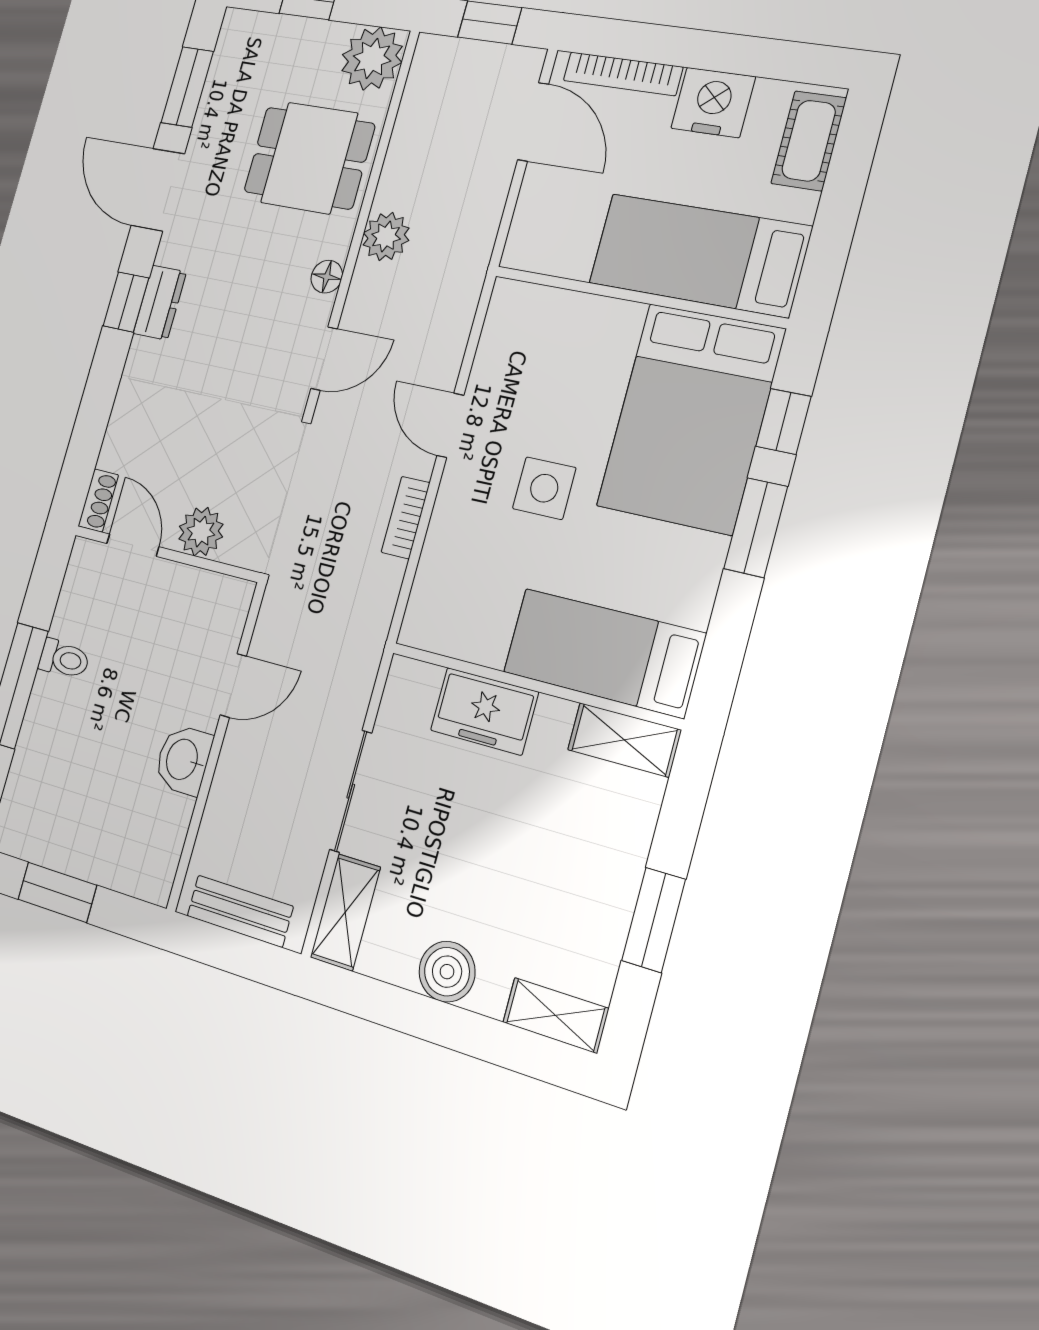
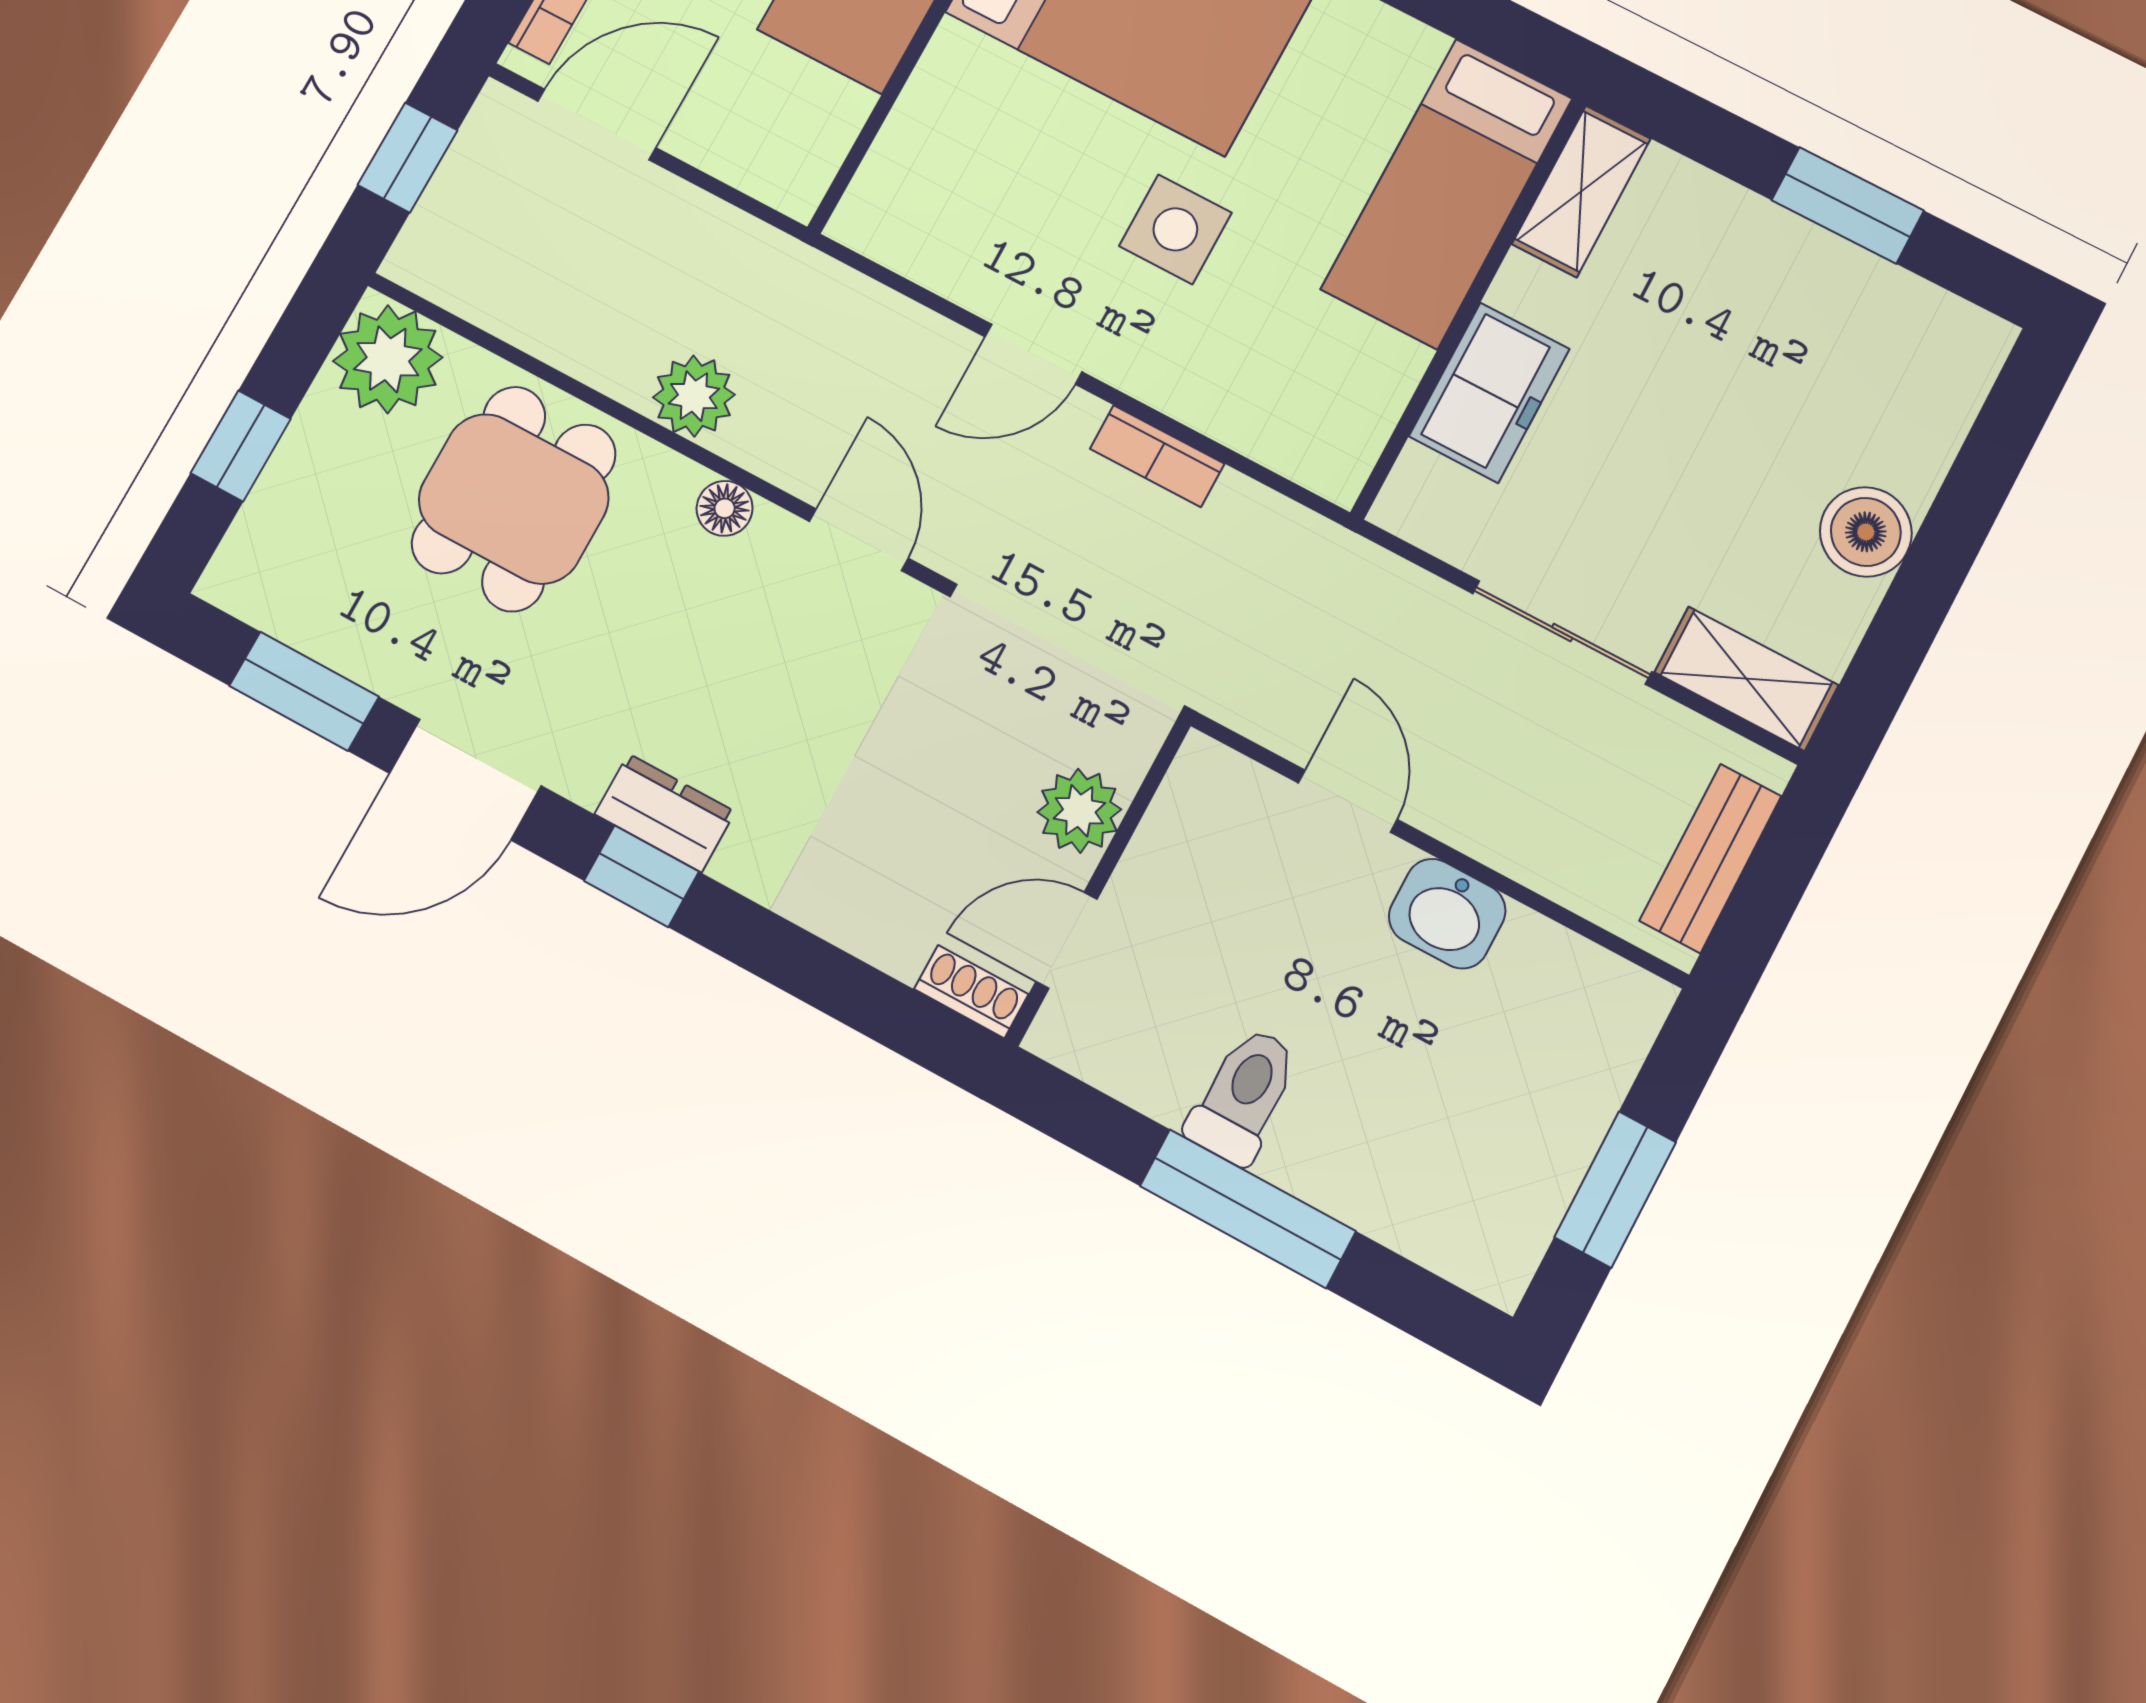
toilet: (64, 659) -> (1243, 1095), width x1.37, depth x1.39
shelving: (556, 1015) -> (1958, 378), removed

